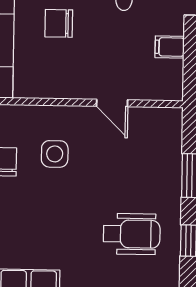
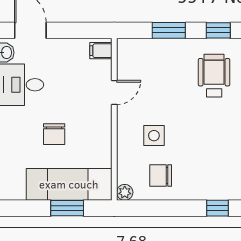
filing cabinet: (170, 47) -> (101, 51), moved, turned 90

